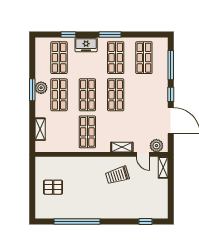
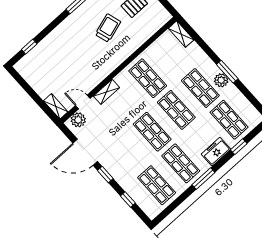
window: (171, 65) -> (128, 199), width x0.46
shelving: (40, 129) -> (181, 34), moved
trolley: (117, 175) -> (108, 28), moved

